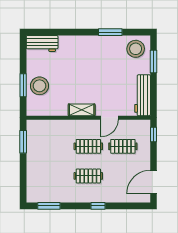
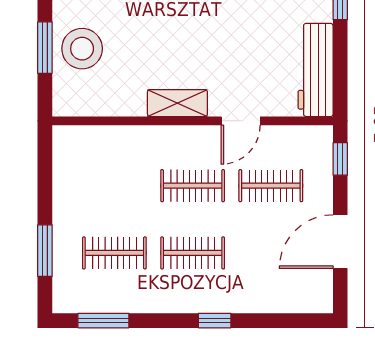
window: (23, 142) -> (45, 251), moved
clothes rail: (54, 176) -> (114, 253), added
door: (153, 182) -> (340, 242), moved

